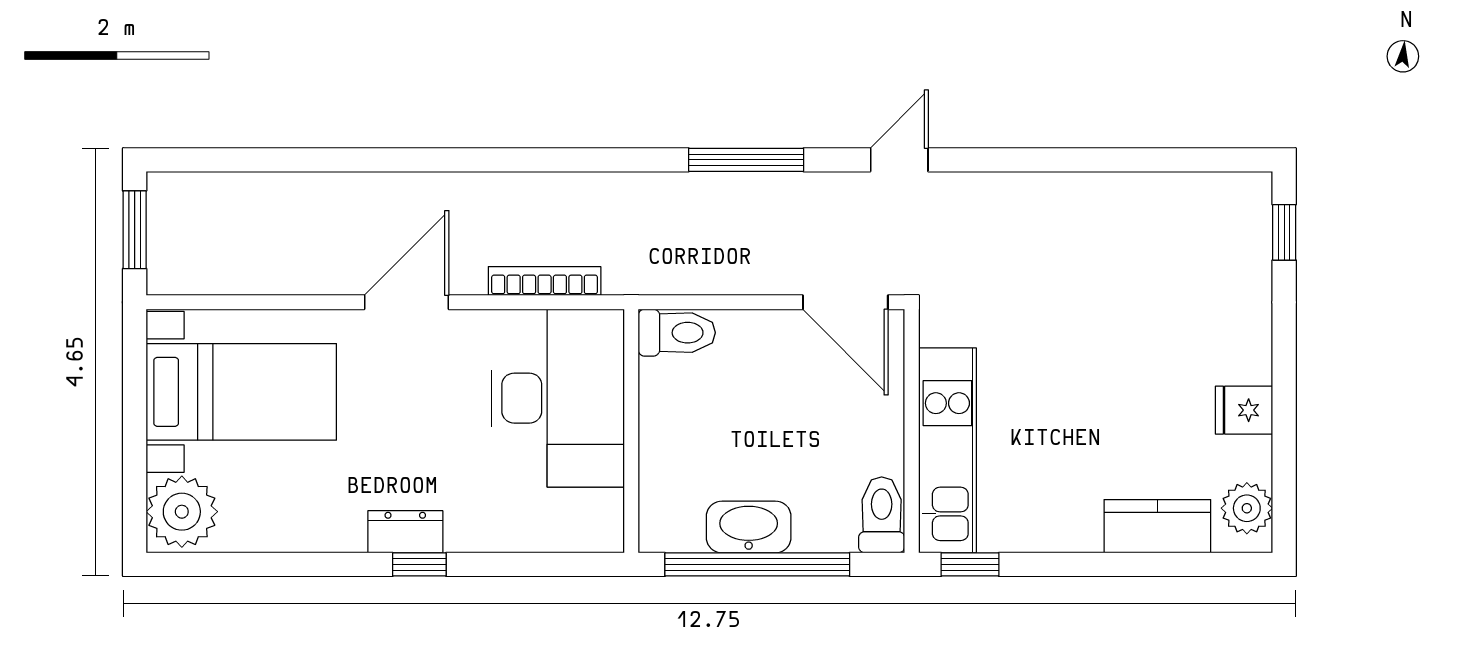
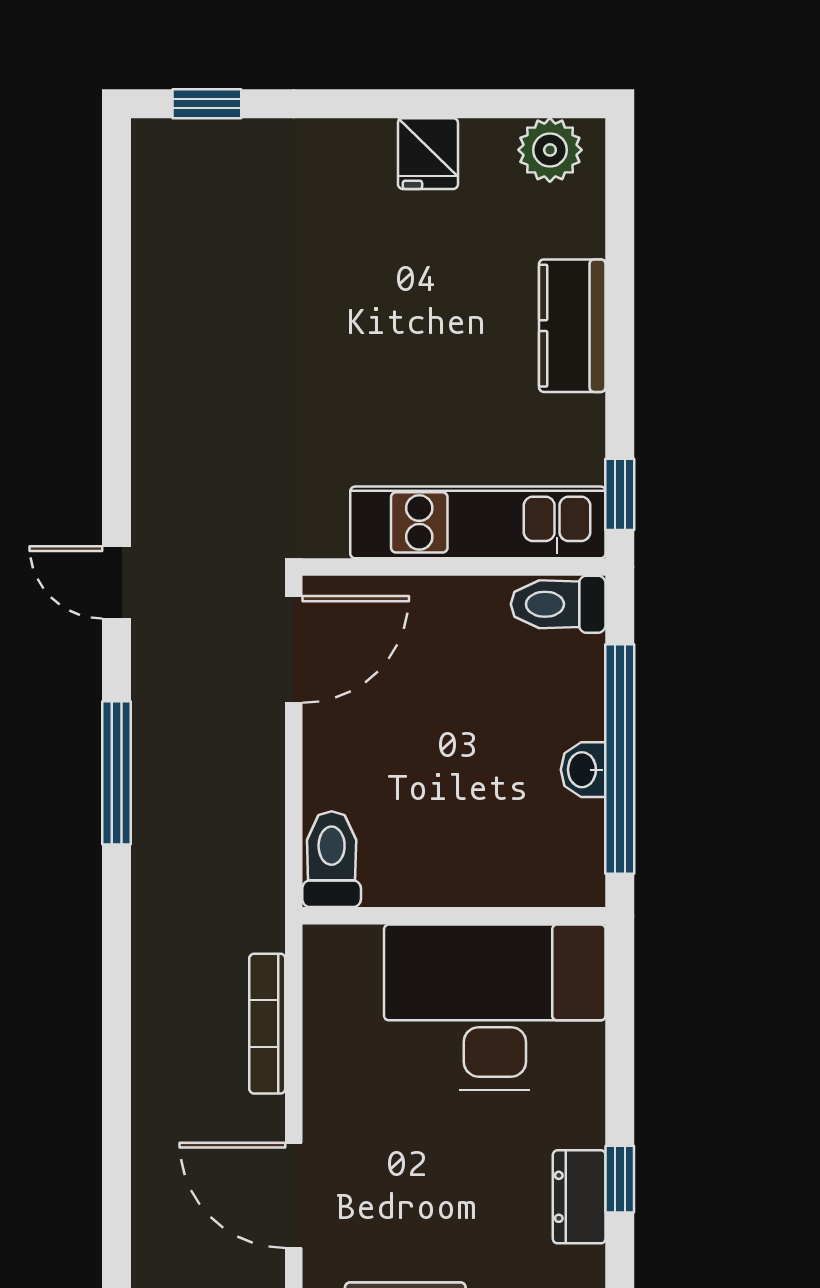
desk: (558, 398) -> (495, 1007), moved
kitchen counter: (1157, 526) -> (572, 326), moved
washbasin: (749, 527) -> (583, 770), width x0.52, depth x0.69

